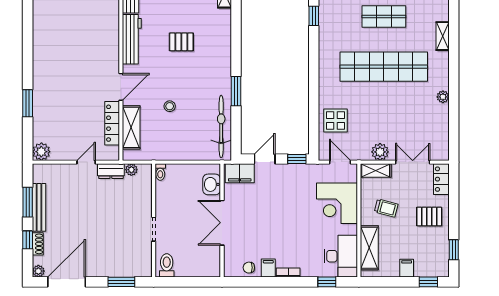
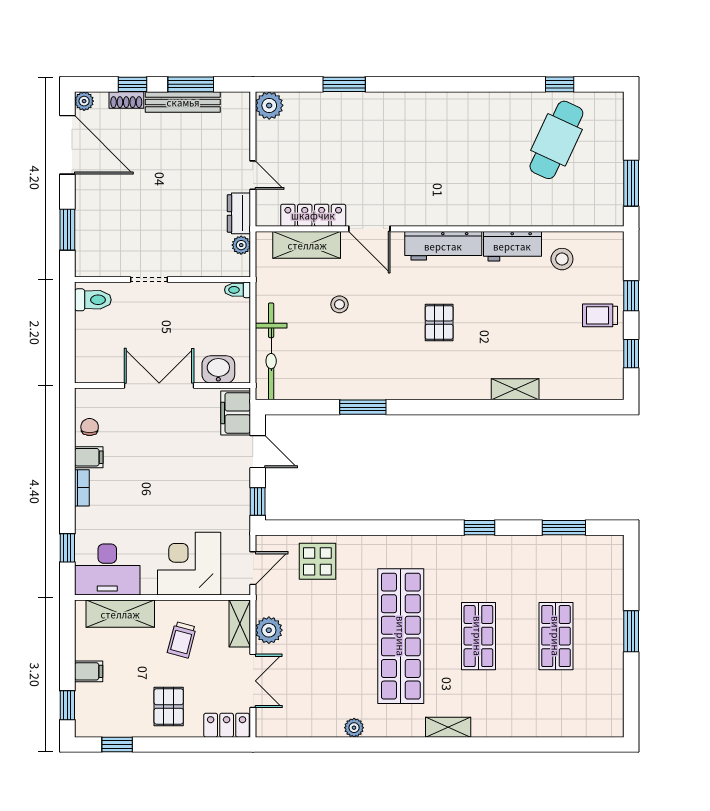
bicycle: (221, 126) -> (271, 351), moved, turned 90

